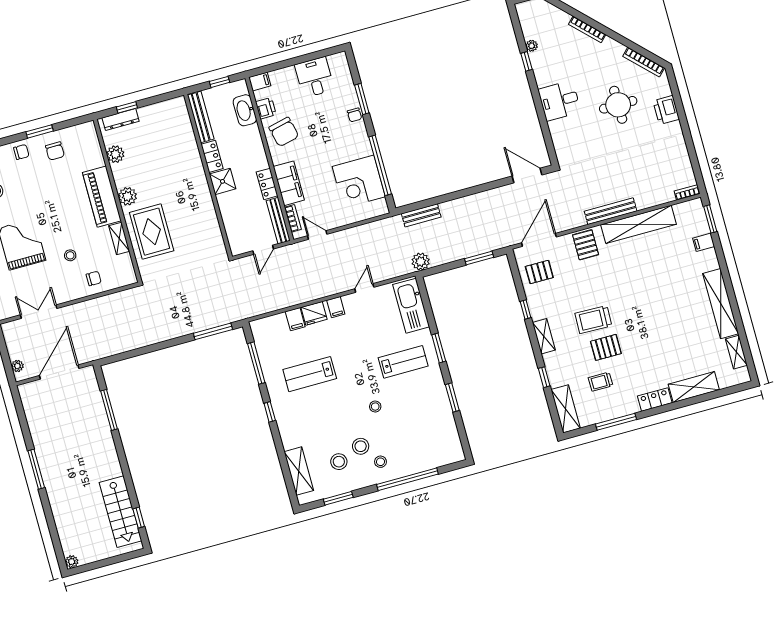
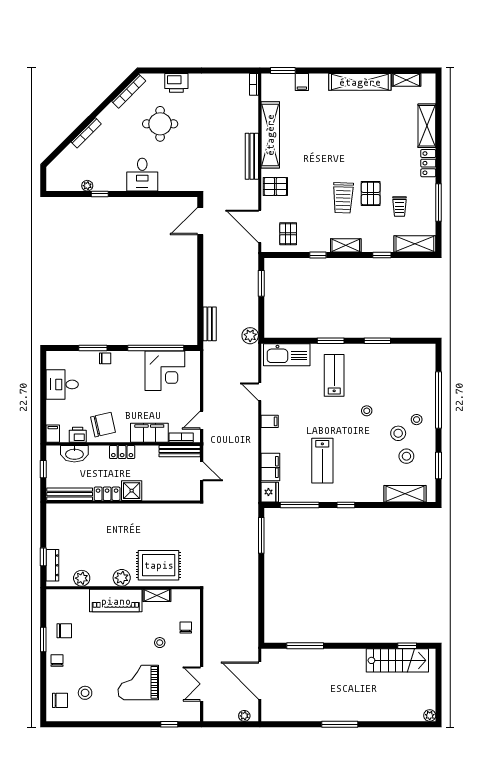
locker: (267, 184) -> (122, 452), moved
fridge: (314, 313) -> (270, 492), moved
filing cabinet: (295, 319) -> (270, 467), width x2.00

